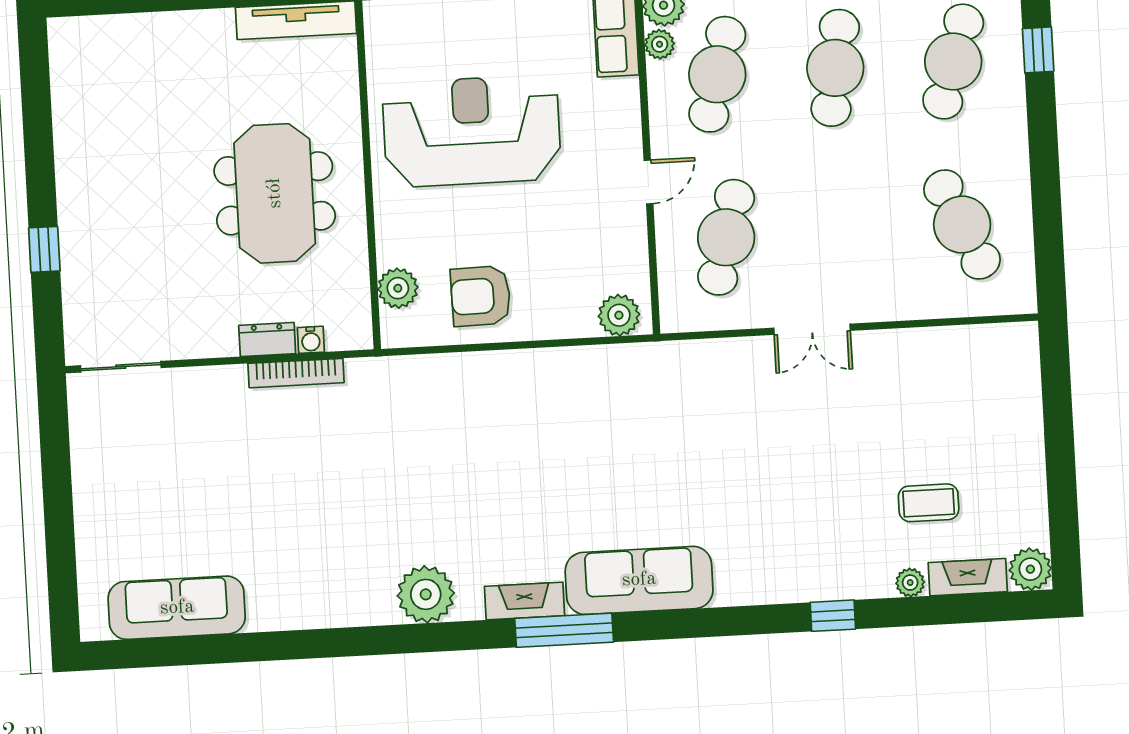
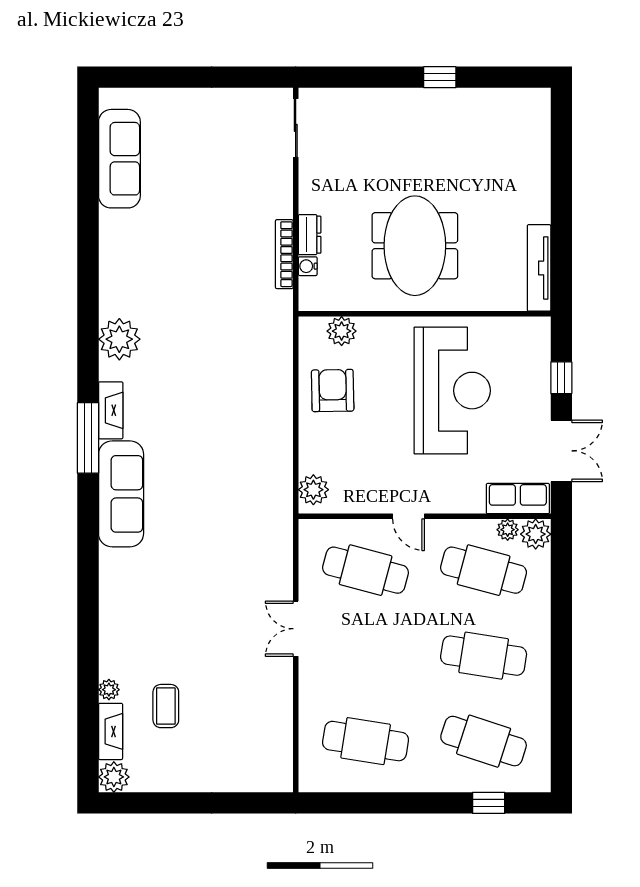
meeting table: (275, 193) -> (415, 246), turned 90
cafe table: (962, 225) -> (366, 741), turned 33
window: (44, 249) -> (440, 77), moved
window: (833, 616) -> (88, 632), removed

